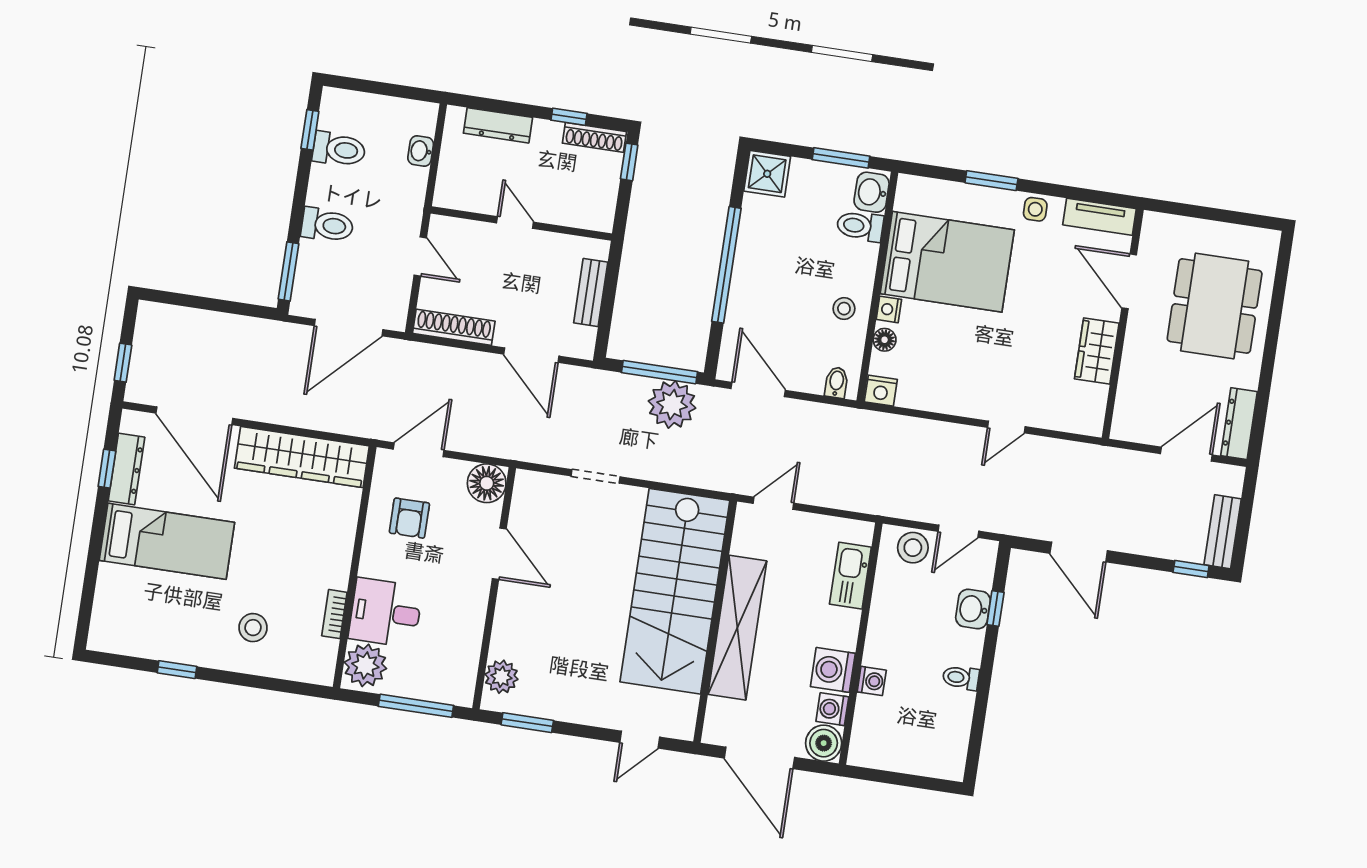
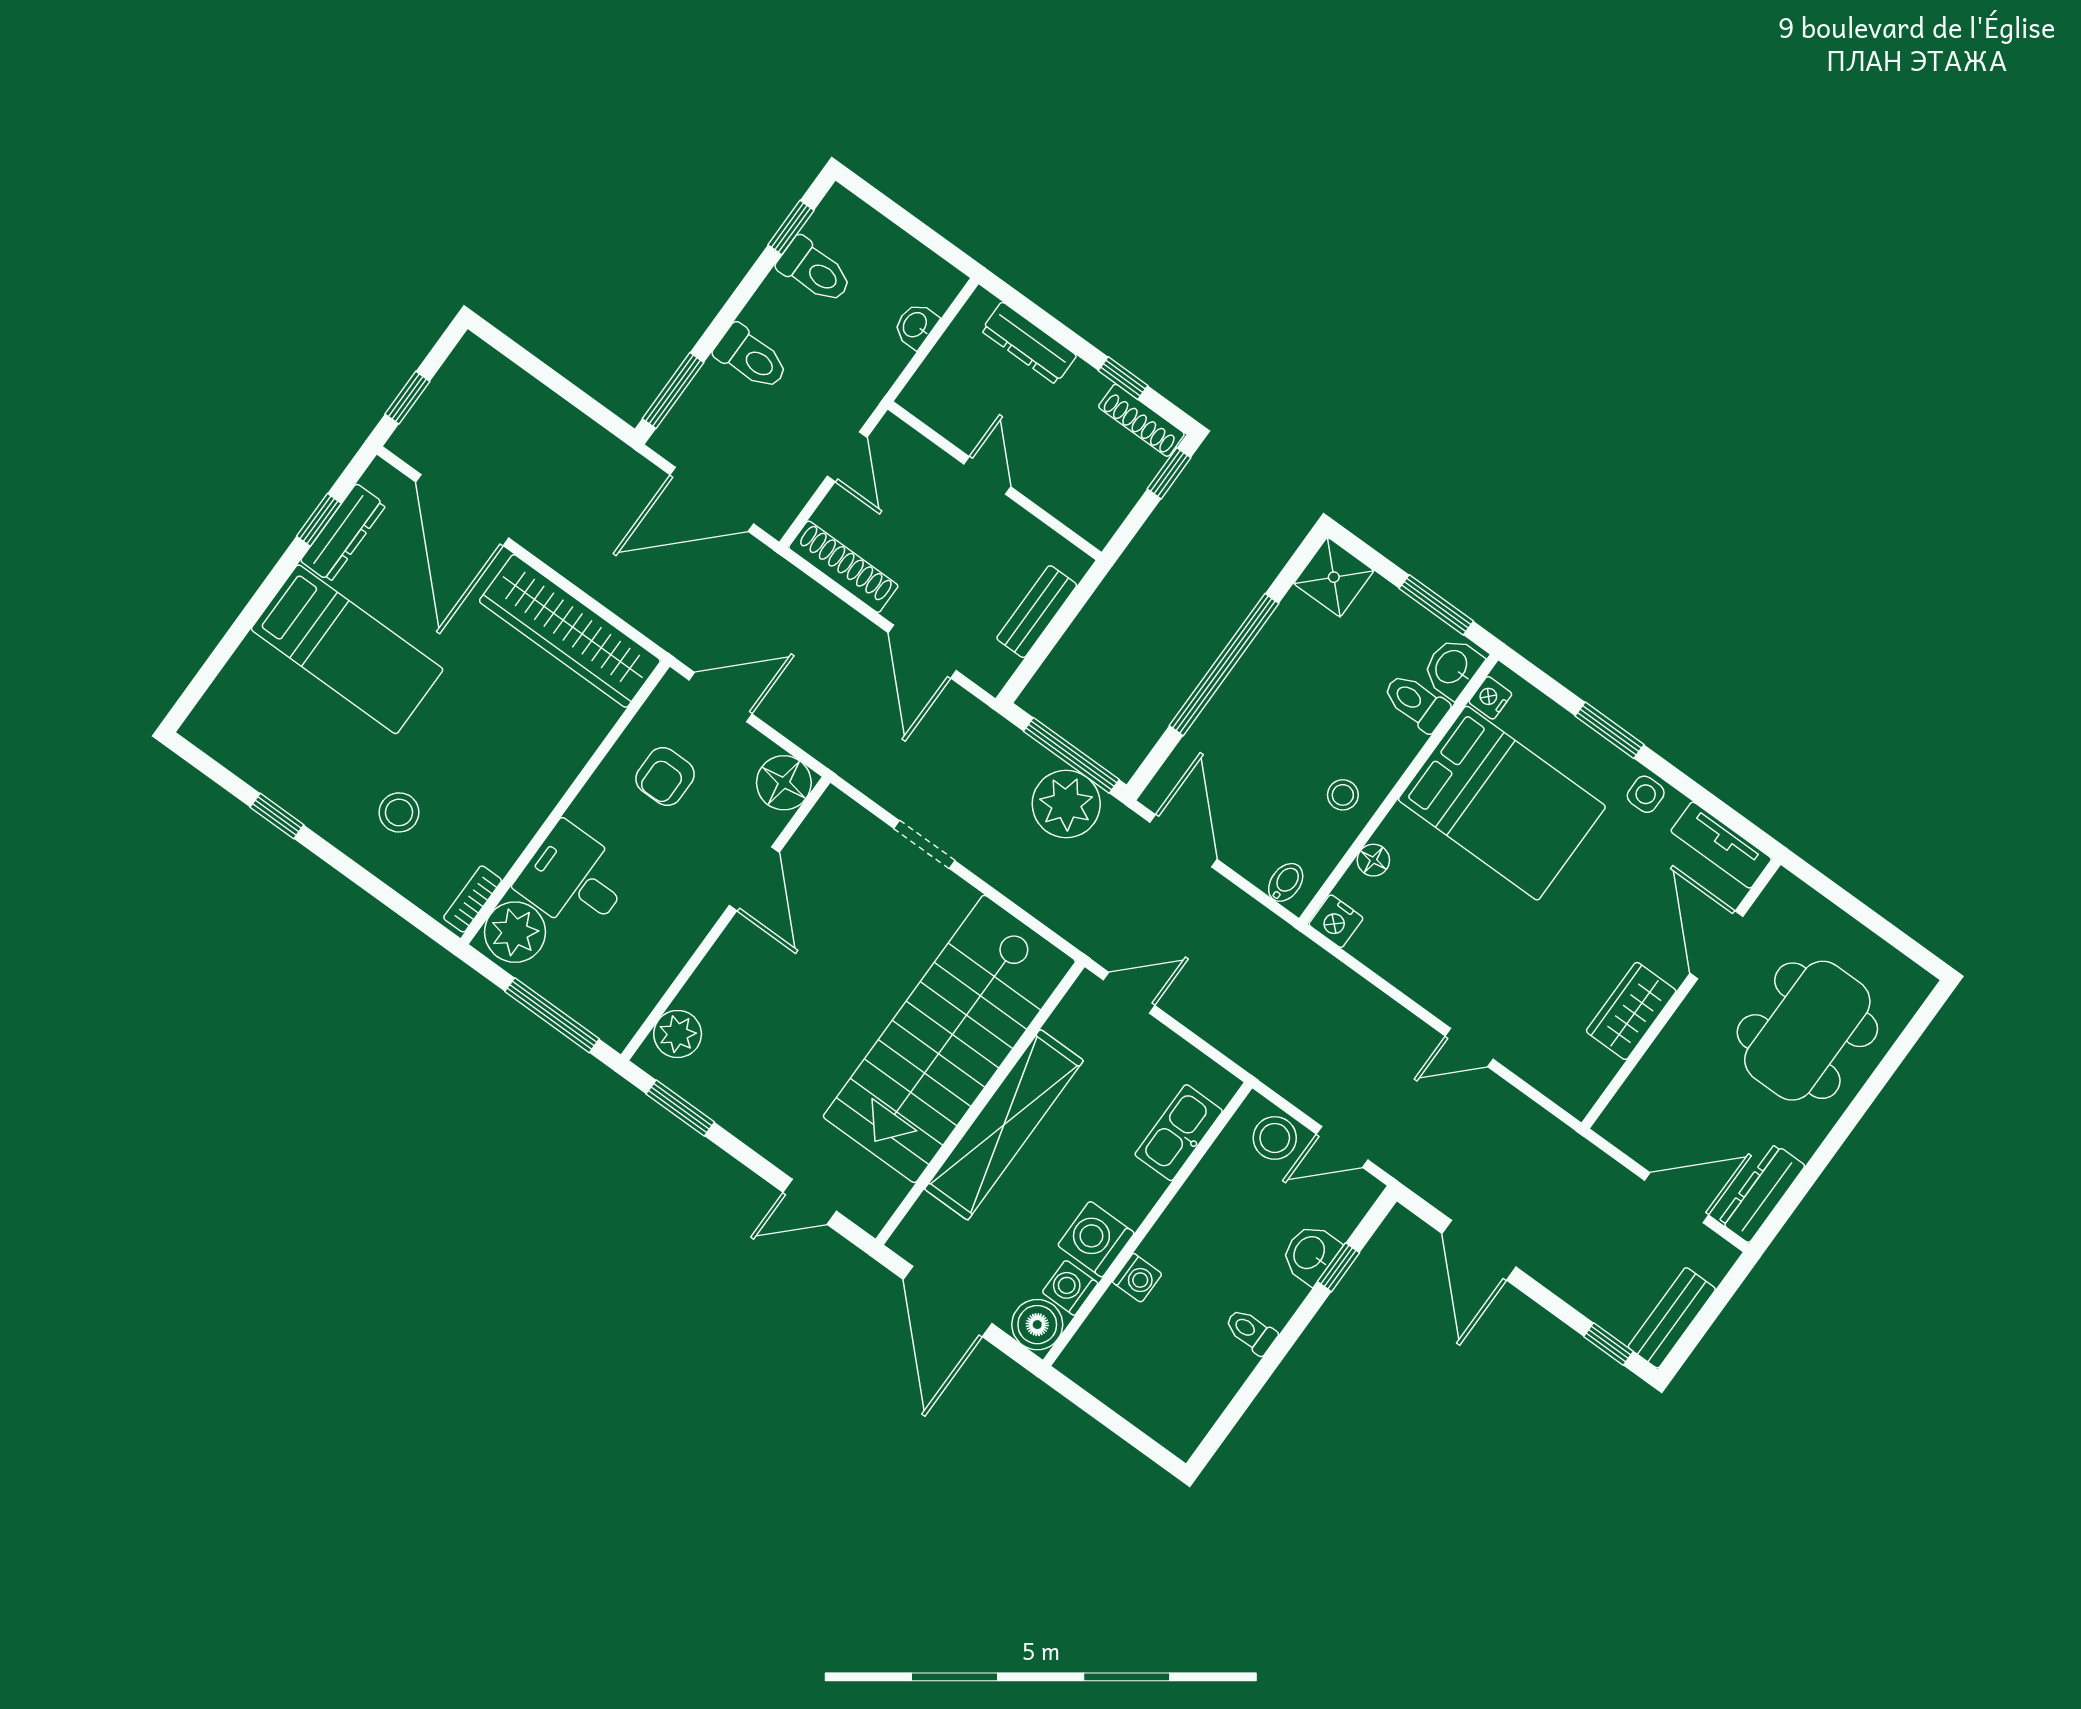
nightstand: (889, 309) -> (1490, 698), moved
bookcase: (334, 614) -> (473, 899), moved

